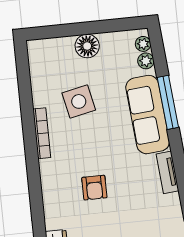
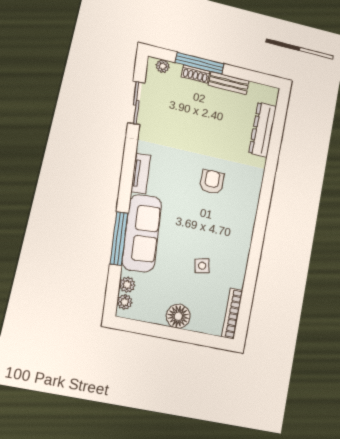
side table: (79, 101) -> (202, 266), width x0.54, depth x0.54
bookcase: (42, 133) -> (232, 313), moved

